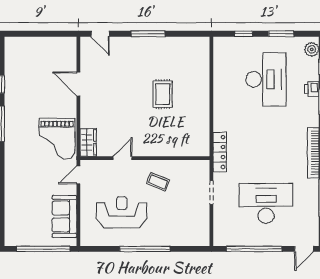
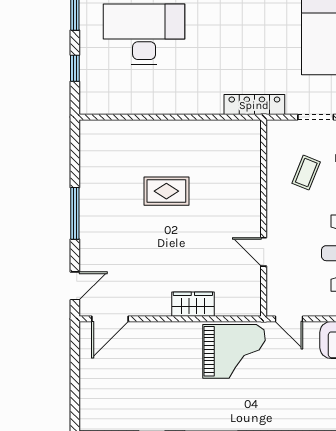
door: (78, 84) -> (110, 319), moved
wardrobe: (88, 142) -> (193, 304), moved
coffee table: (158, 182) -> (306, 173), moved

